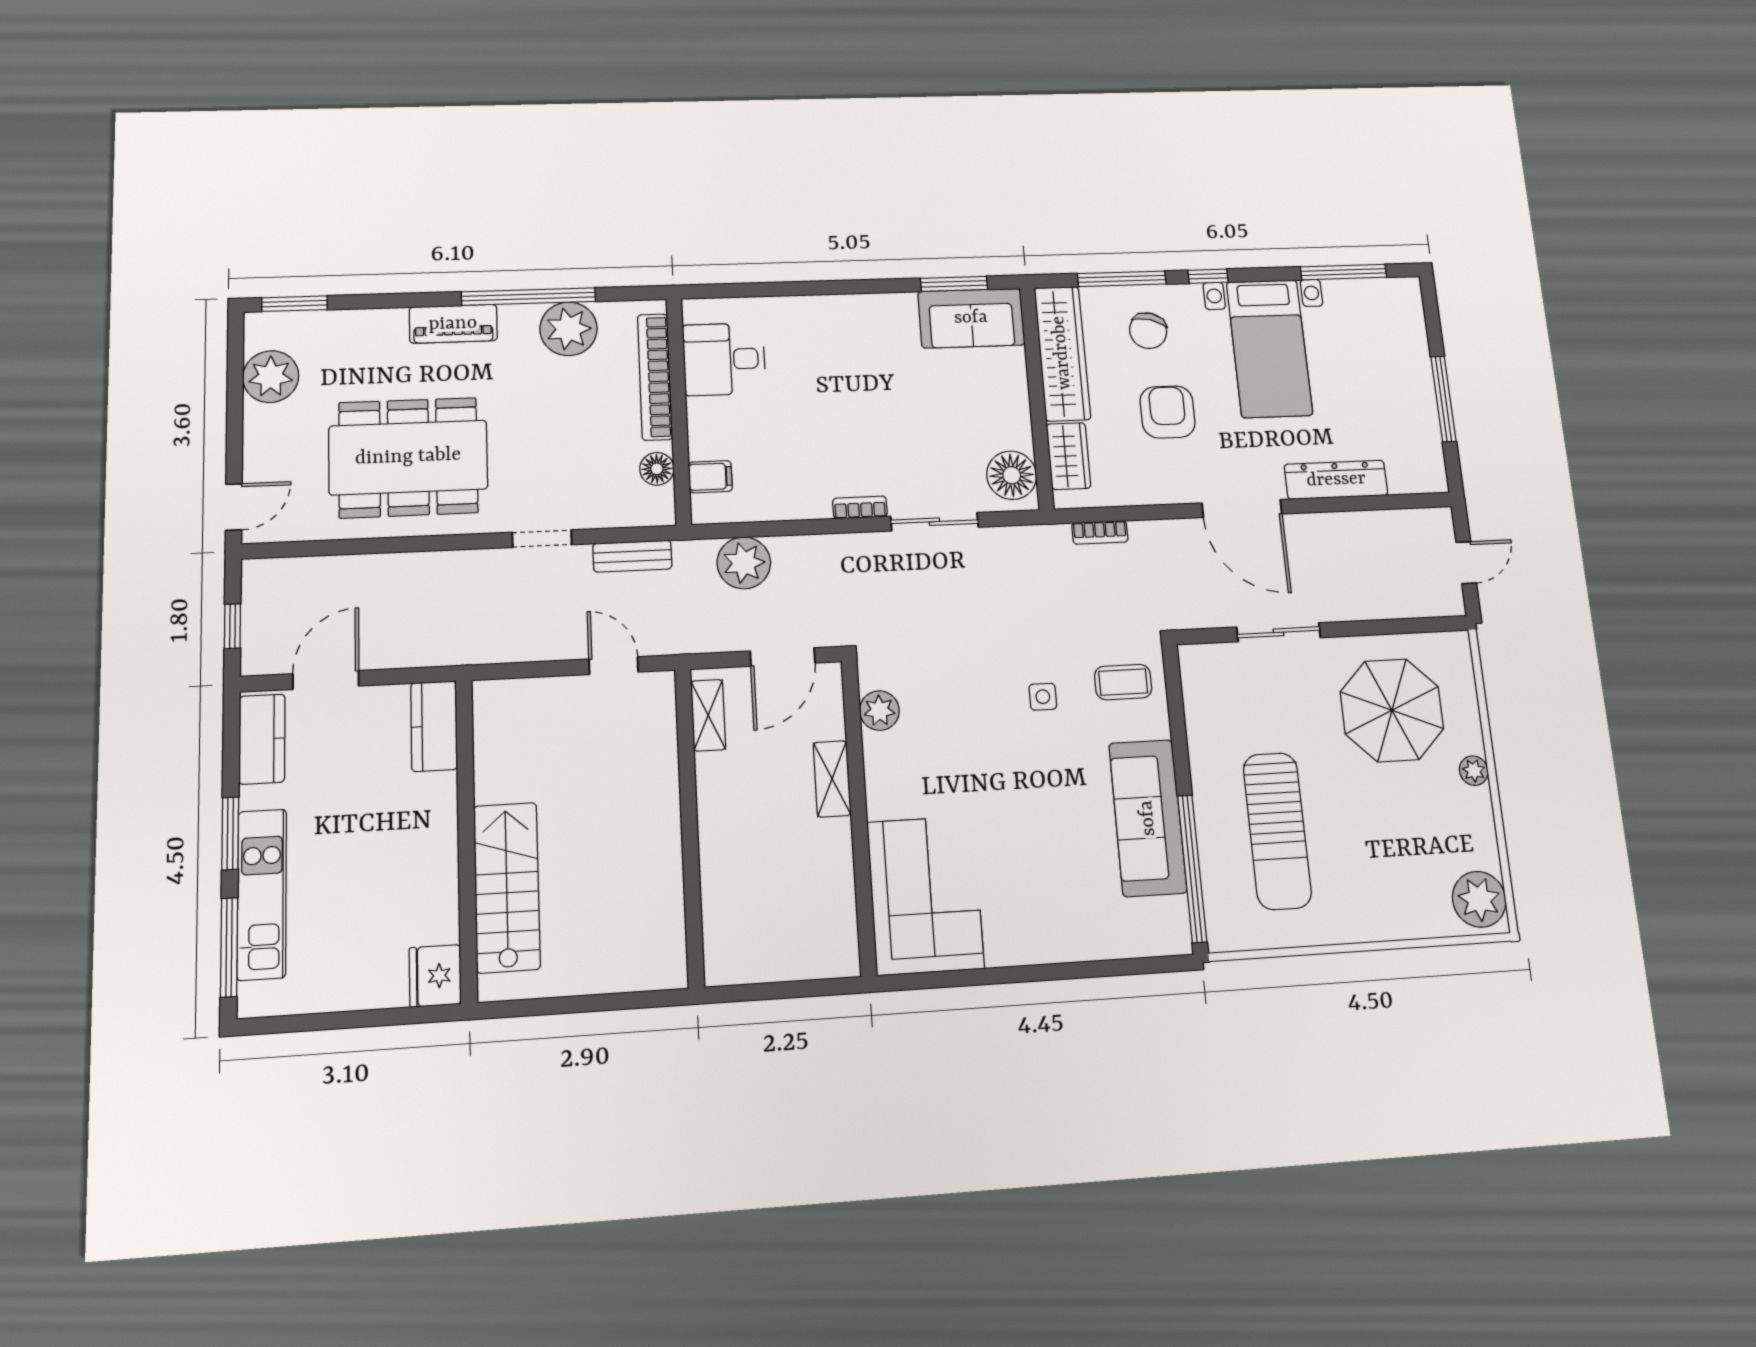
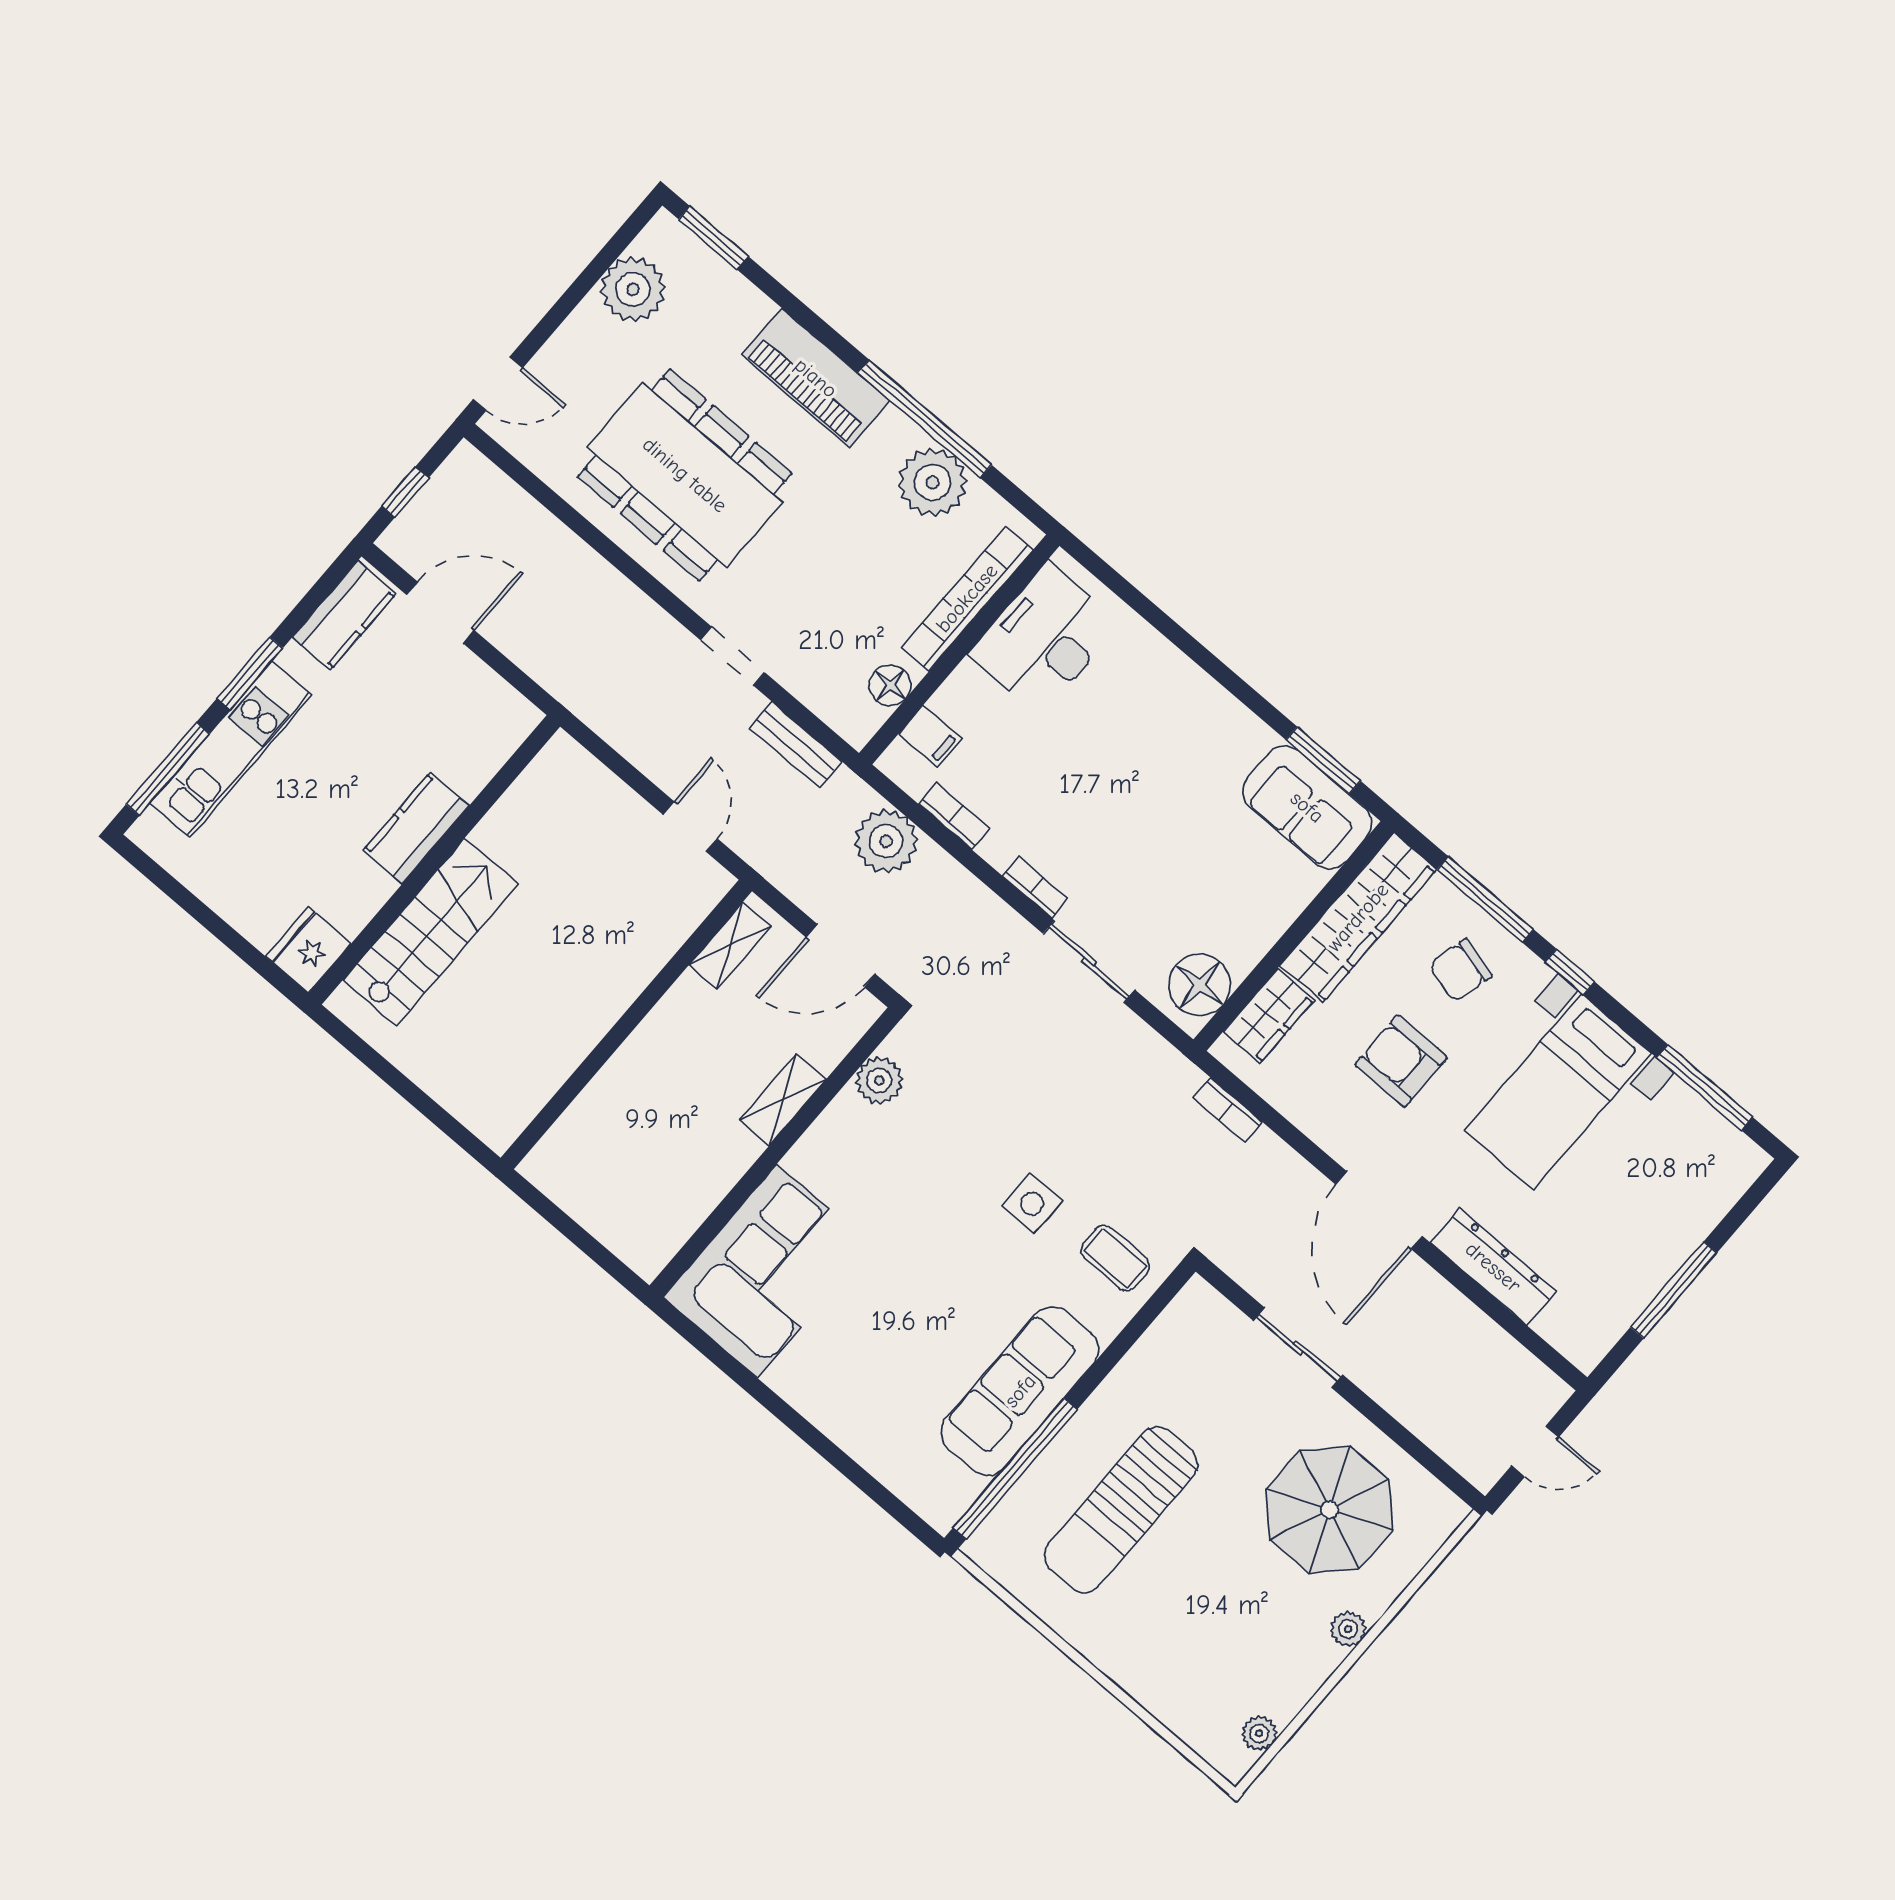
piano: (453, 324) -> (816, 378), width x1.37, depth x1.33
desk: (724, 359) -> (1045, 639), width x1.37
armchair: (1168, 412) -> (1401, 1061), turned -90
bookcase: (770, 510) -> (954, 816), added
side table: (1043, 697) -> (1032, 1203), width x1.37, depth x1.37
kitchen counter: (434, 726) -> (416, 828), moved
plant: (1479, 899) -> (1259, 1733), width x0.53, depth x0.53

